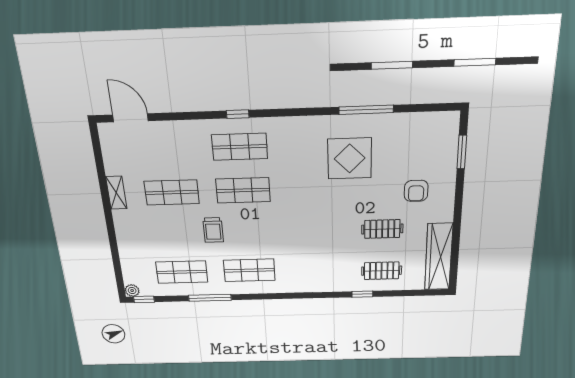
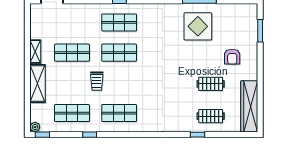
display table: (350, 158) -> (198, 26), moved
shelving: (127, 236) -> (38, 83), added
window: (210, 298) -> (90, 135), width x0.46

